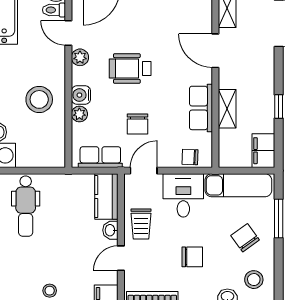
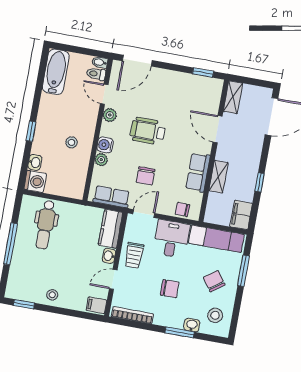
stool: (39, 99) -> (72, 142), width x0.53, depth x0.53

